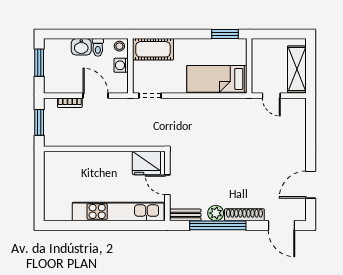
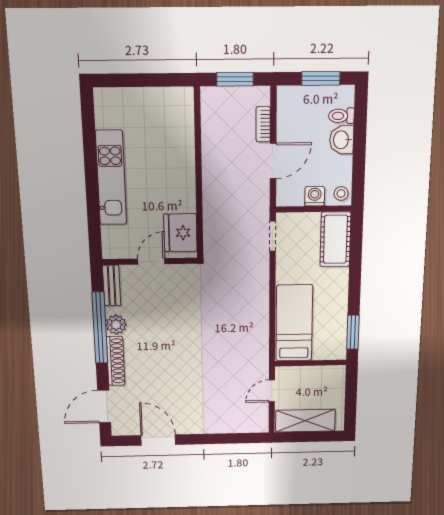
toilet: (98, 47) -> (341, 116), moved
kitchen unit: (118, 211) -> (111, 178), width x0.73

